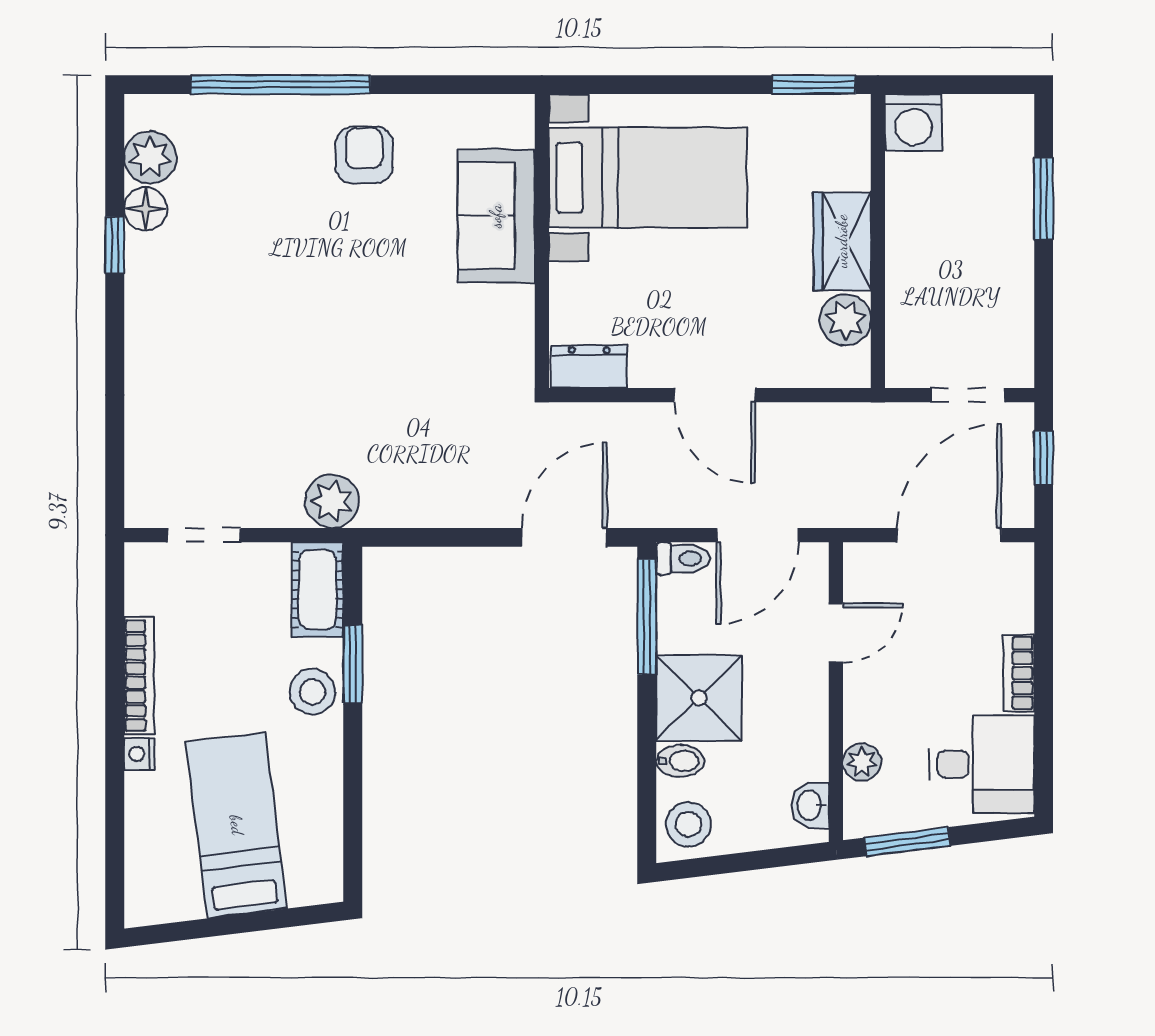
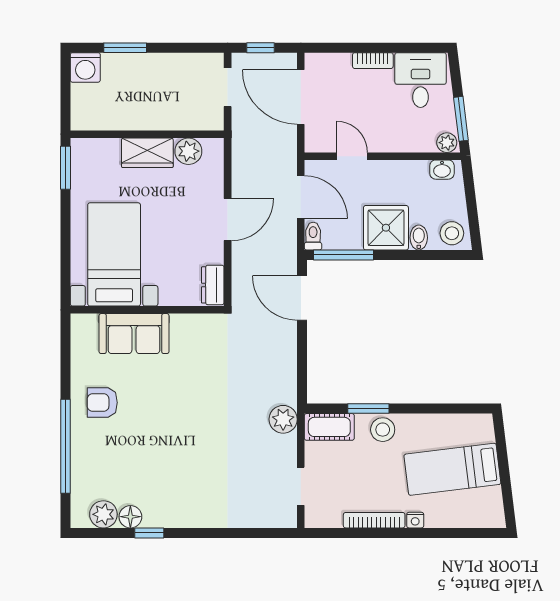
washing machine: (913, 122) -> (85, 67), moved, turned 90
plant: (862, 762) -> (447, 143), moved

